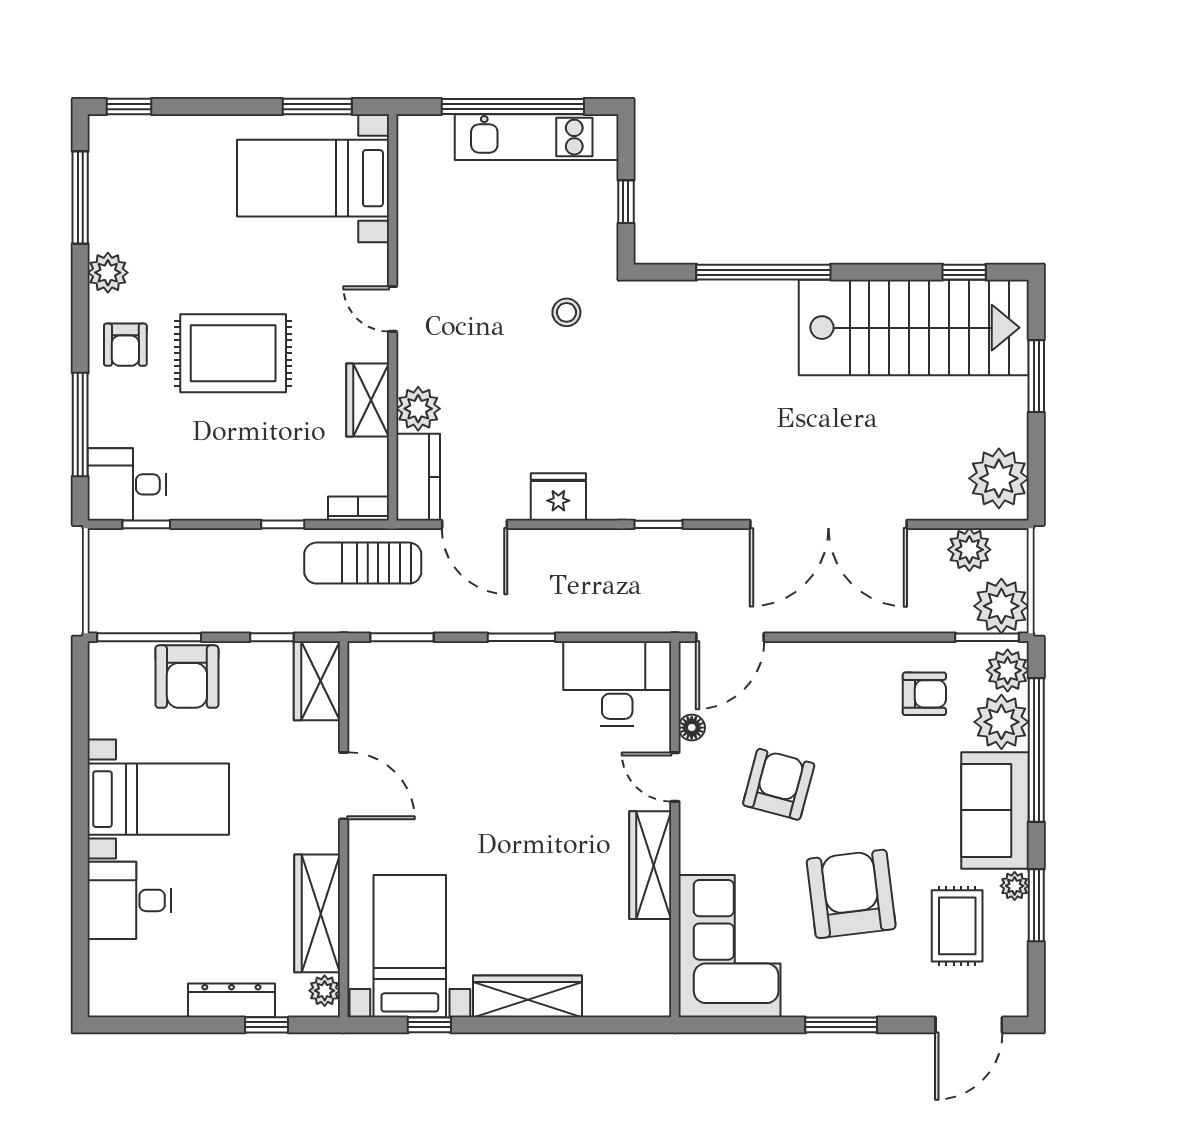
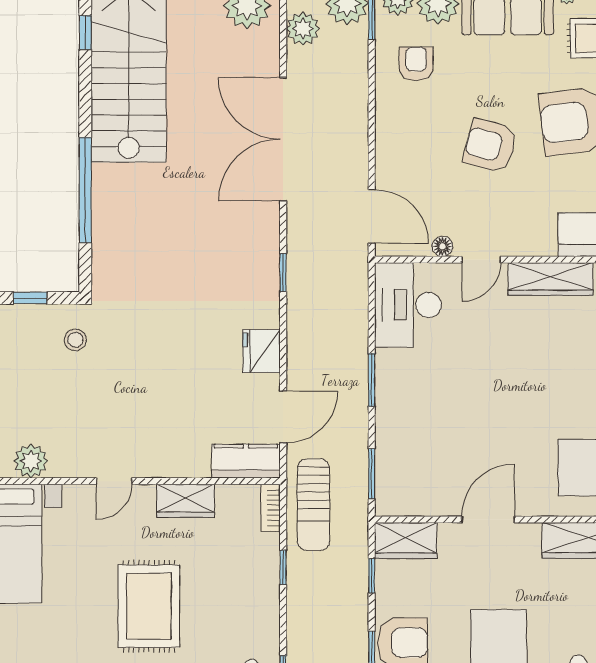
stool: (566, 312) -> (75, 340), moved
plant: (418, 409) -> (31, 461), moved
double door: (828, 524) -> (283, 139), swing flipped
armchair: (779, 784) -> (490, 146), moved

